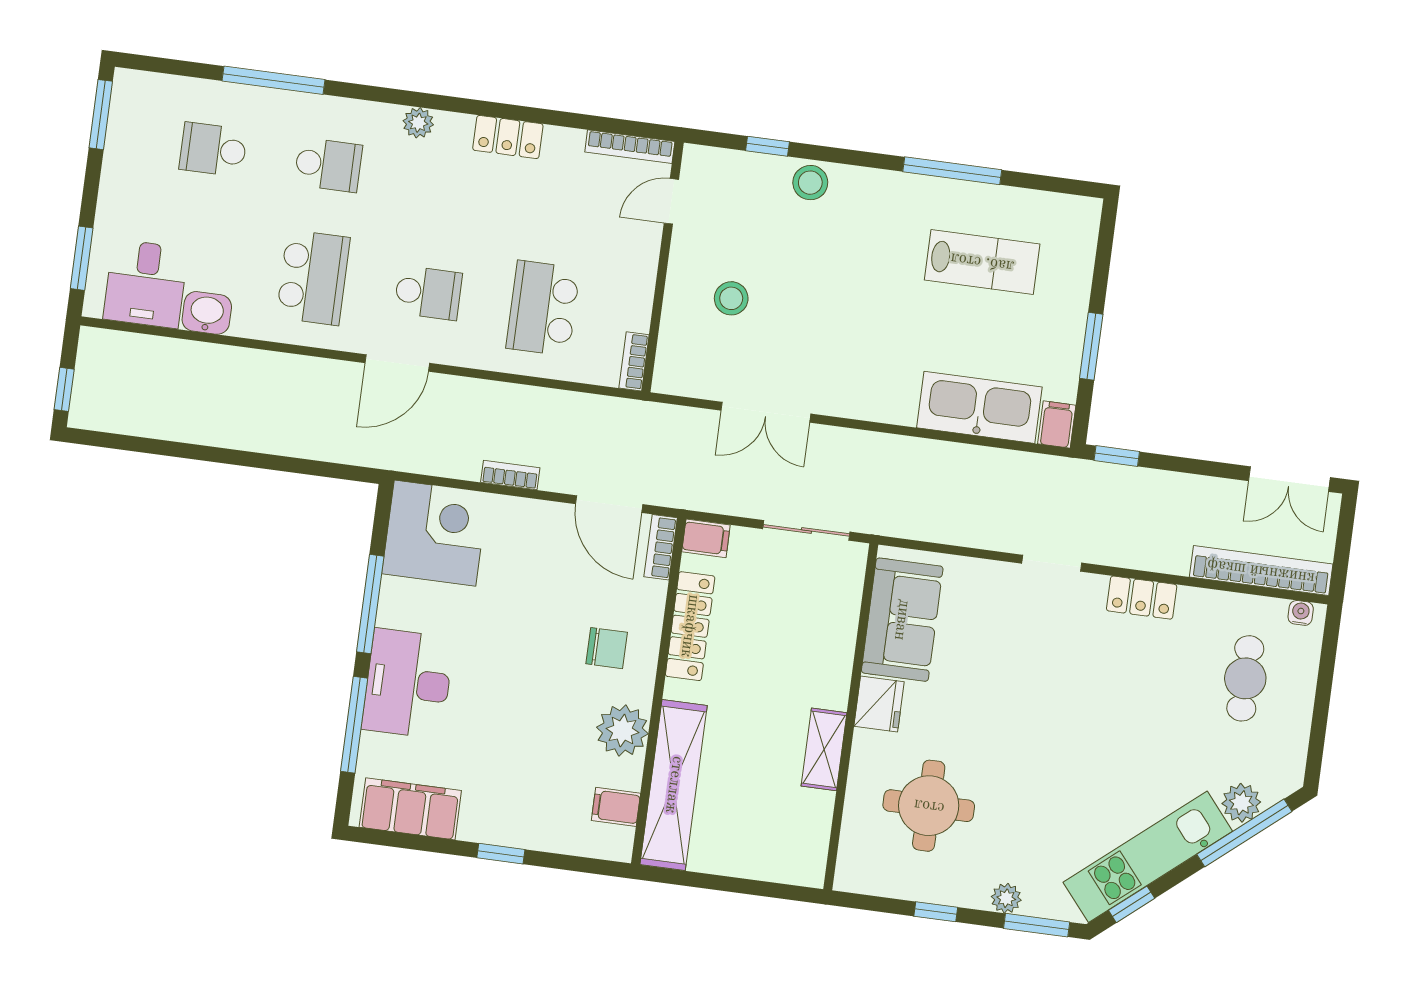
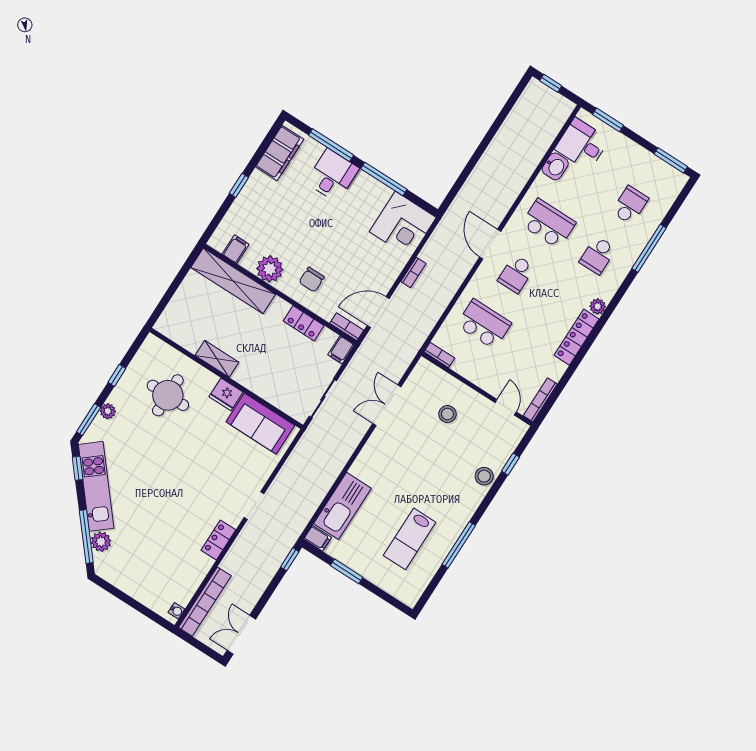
locker: (508, 137) -> (577, 337), width x1.53
school desk: (313, 278) -> (548, 224), turned 180
locker: (690, 626) -> (304, 323), width x0.66
cafe table: (1245, 678) -> (158, 571), removed
desk: (408, 684) -> (332, 175), width x0.73

